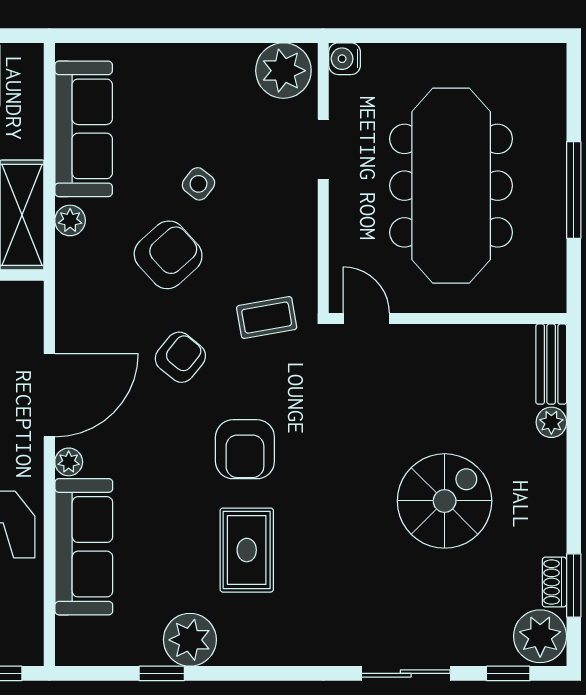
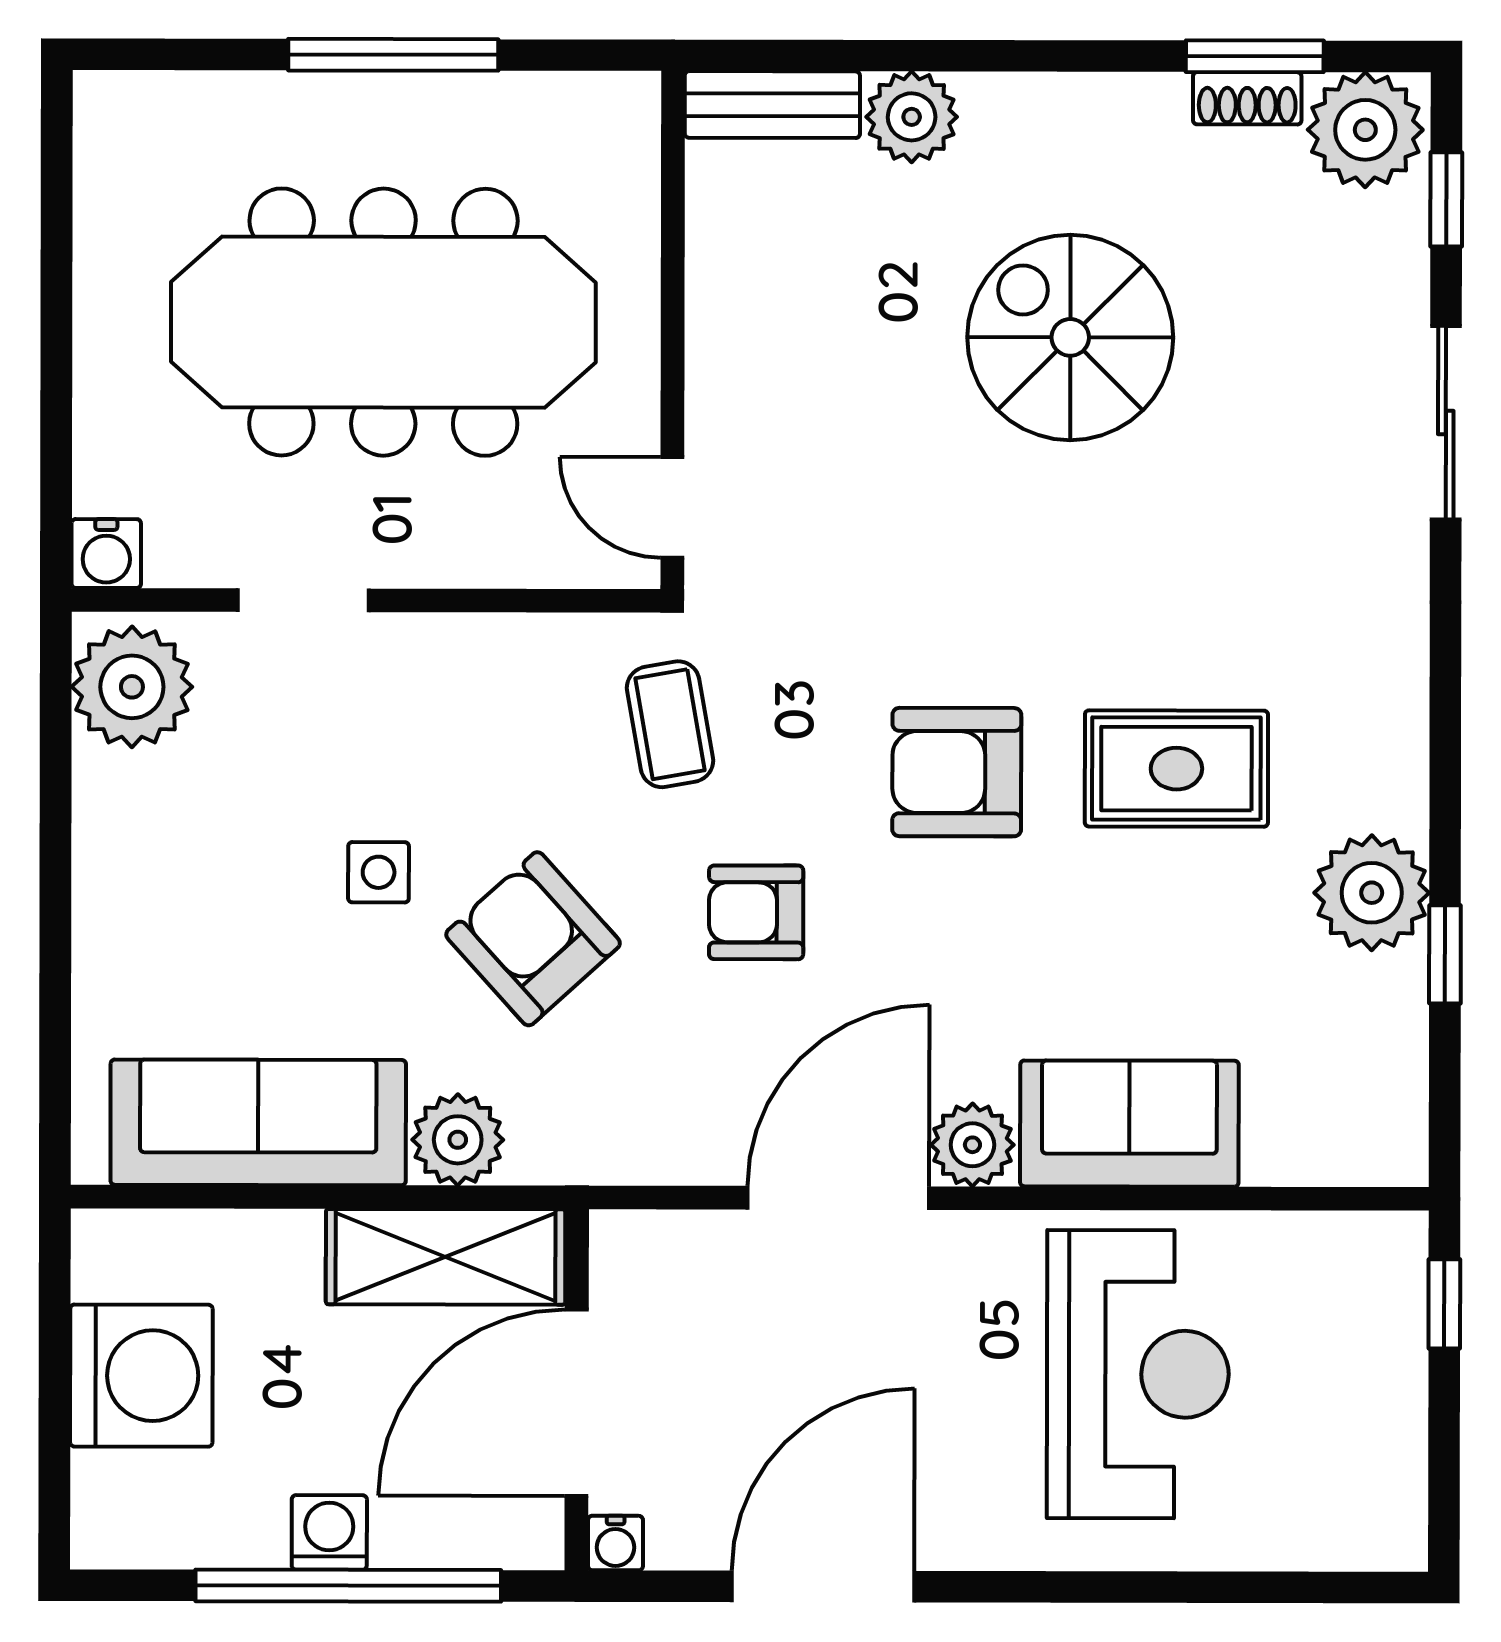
side table: (198, 184) -> (379, 872), turned -38
plant: (70, 220) -> (458, 1140), width x1.38, depth x1.38
door: (366, 318) -> (672, 507), hinge flipped
armchair: (180, 357) -> (756, 912), turned -39
door: (49, 395) -> (838, 1198), hinge flipped
plant: (551, 422) -> (912, 117), width x1.38, depth x1.38
armchair: (245, 449) -> (957, 772), turned 180
plant: (69, 462) -> (972, 1145), width x1.38, depth x1.38
sofa: (84, 547) -> (1129, 1124), width x0.73

